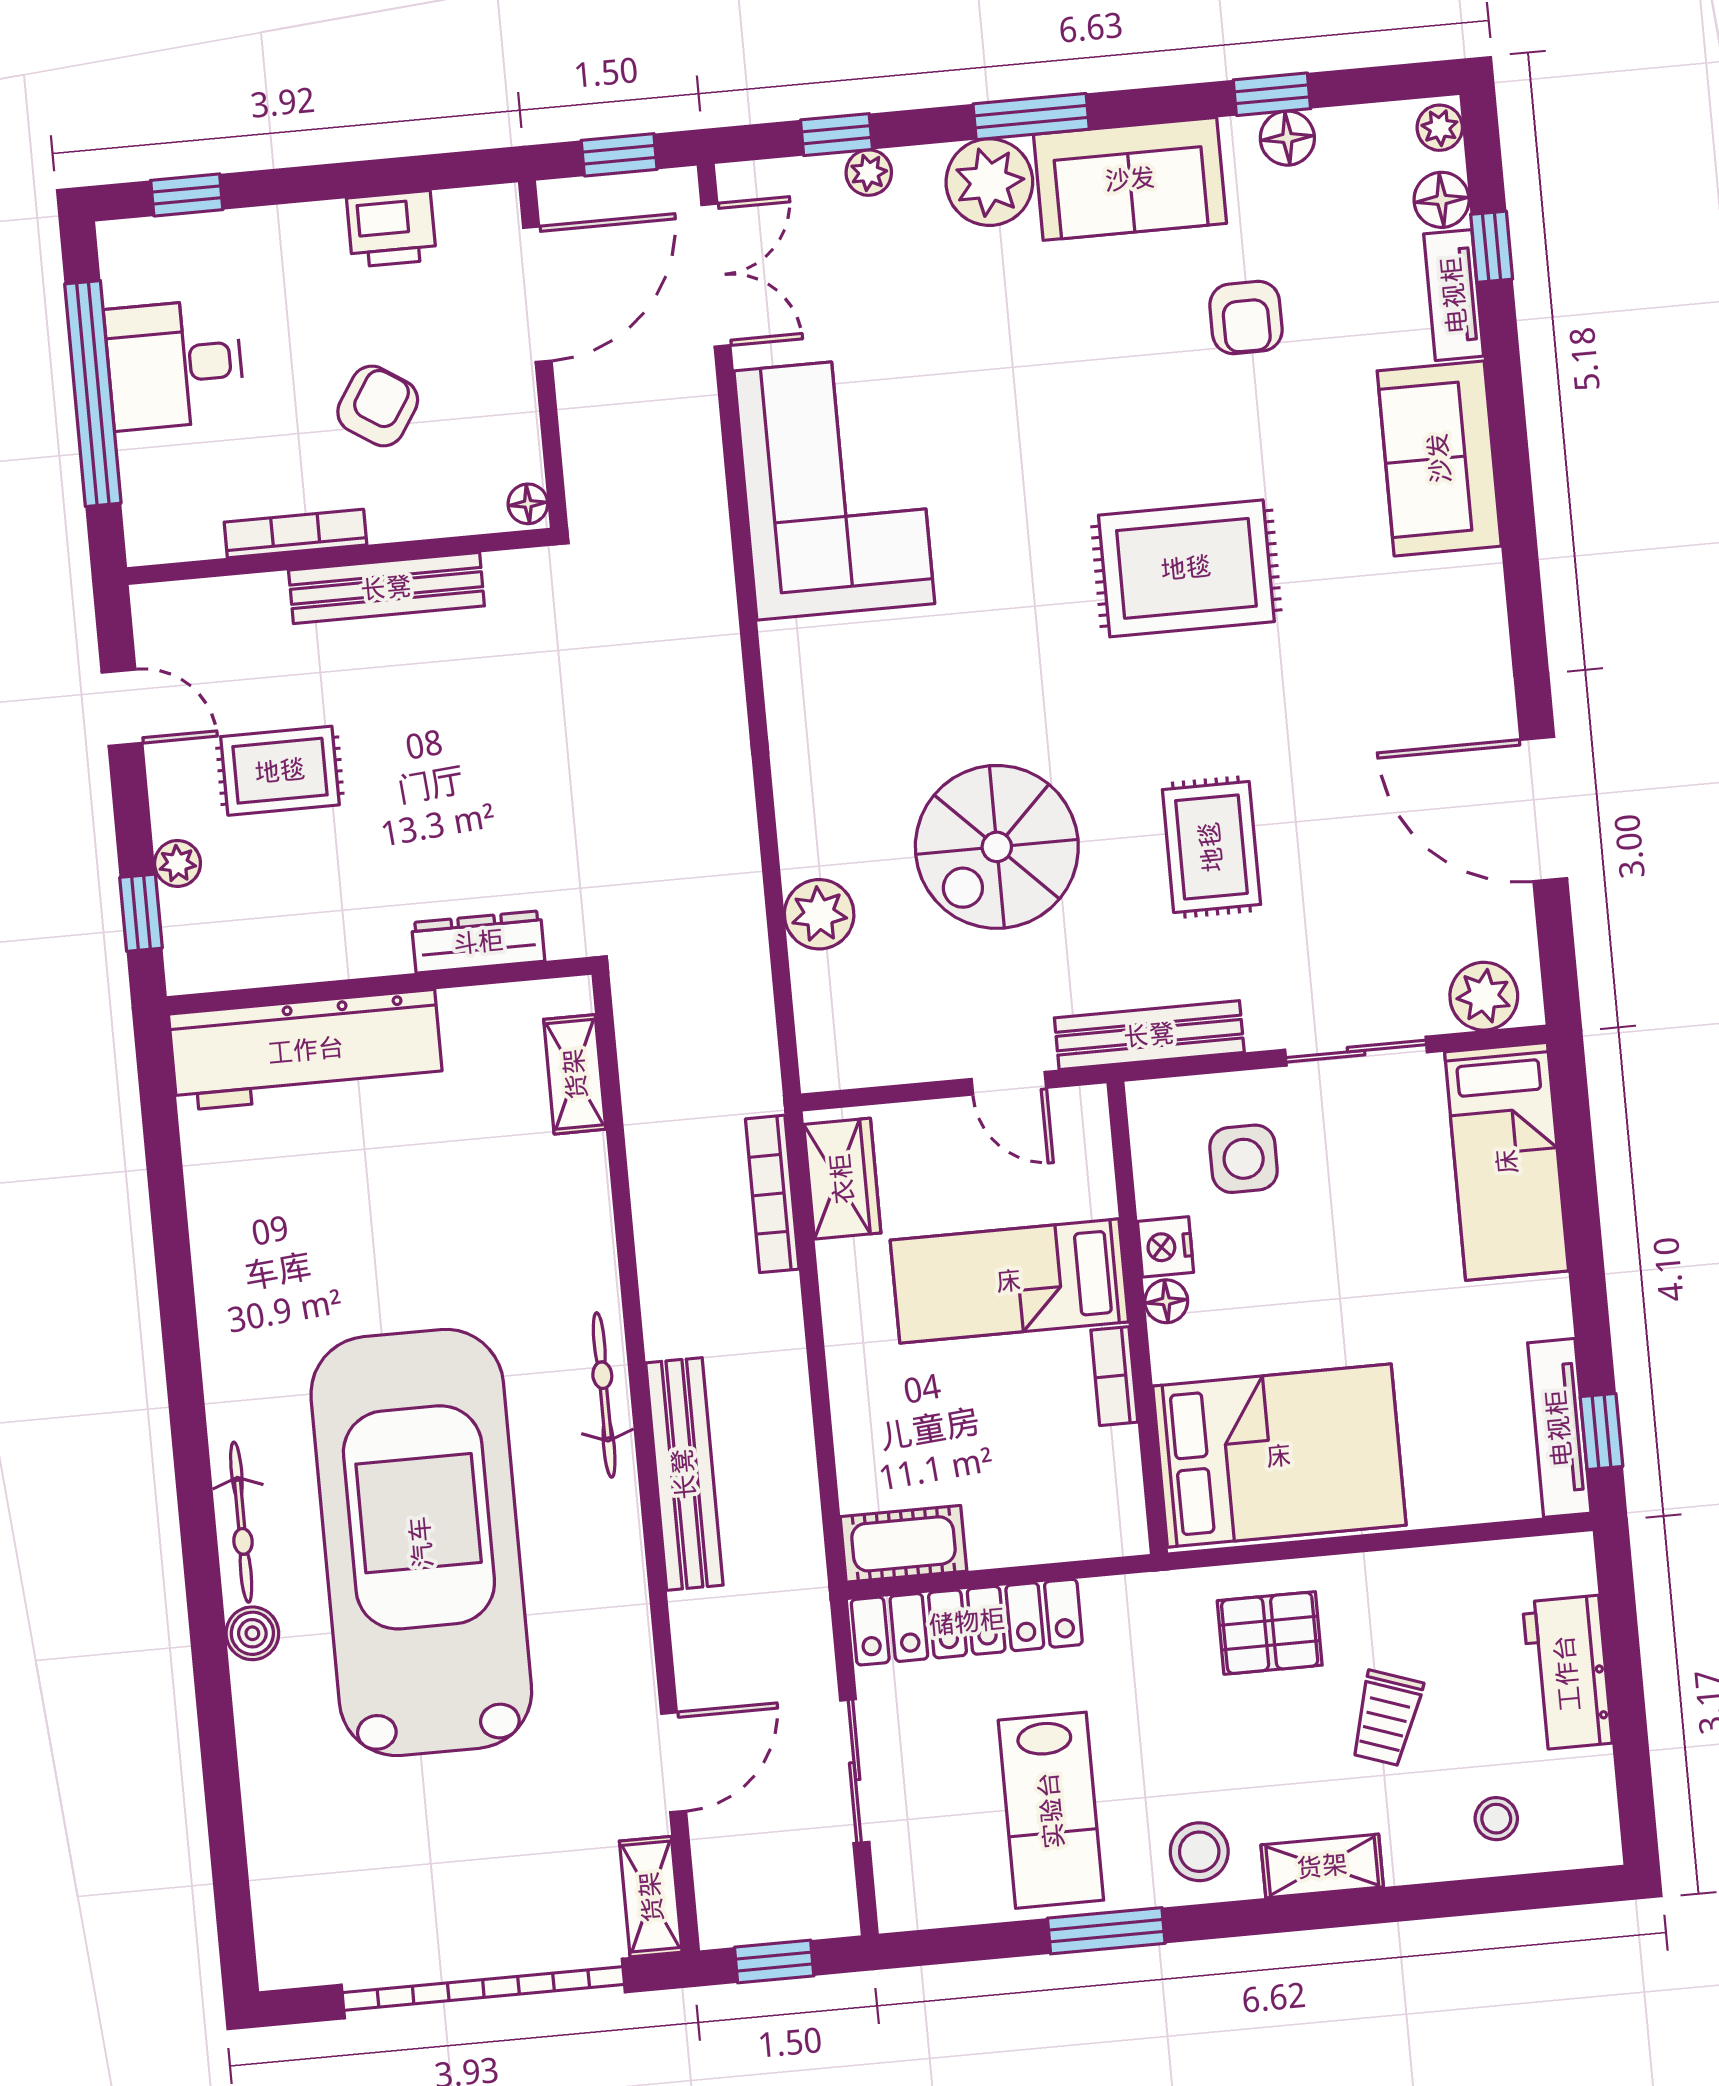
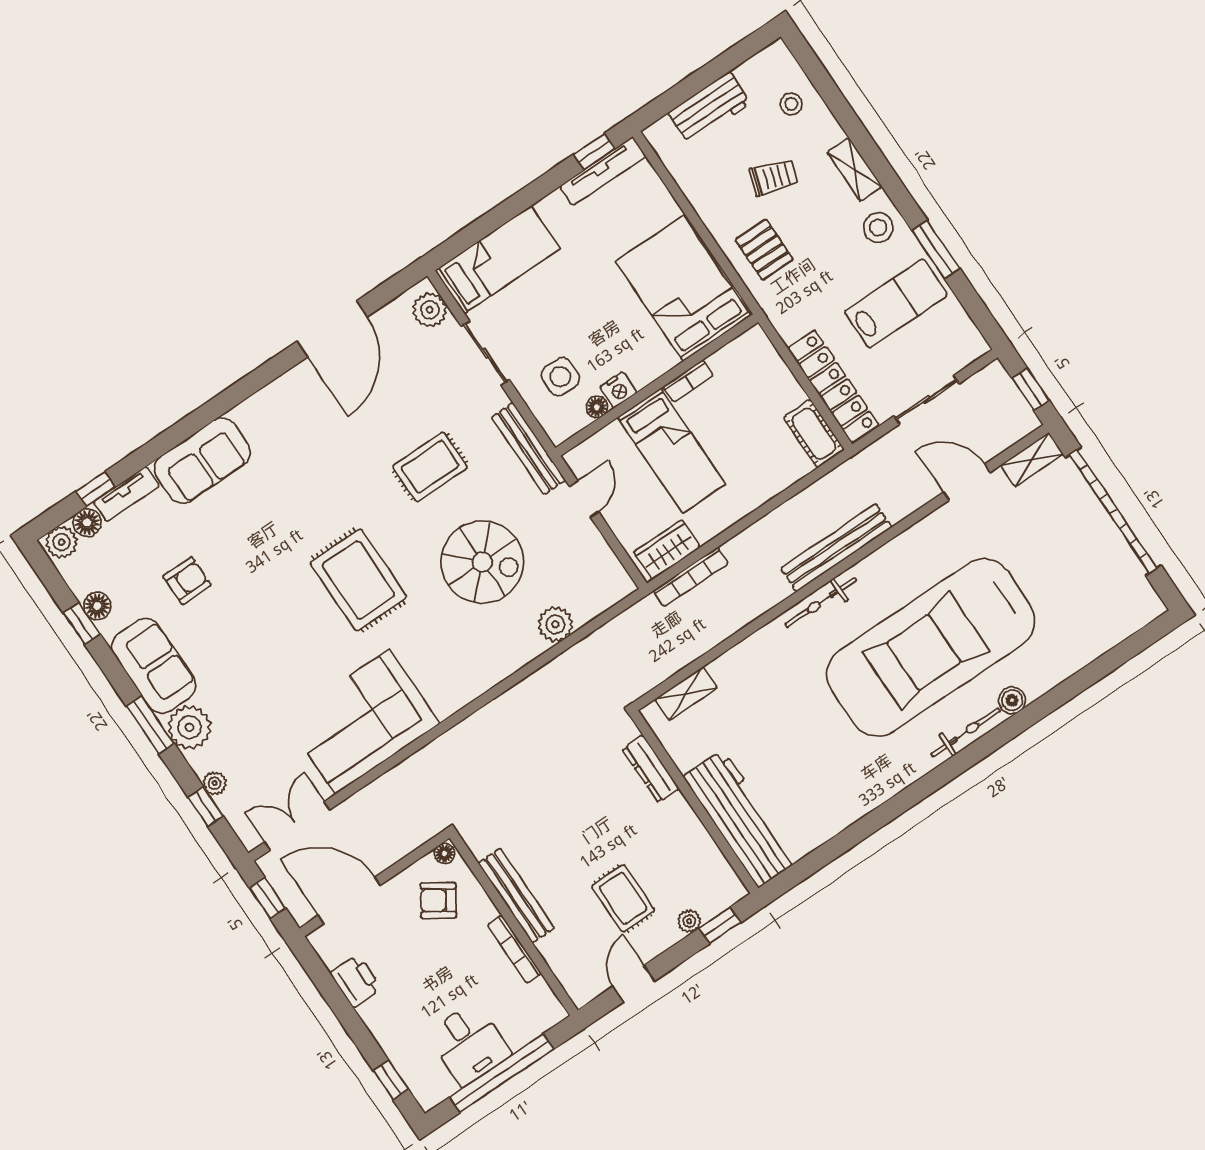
plant: (1440, 128) -> (62, 542), width x1.38, depth x1.38
armchair: (378, 406) -> (438, 900), moved
rug: (1186, 568) -> (358, 580), moved
floor lamp: (1166, 1301) -> (597, 407), moved

